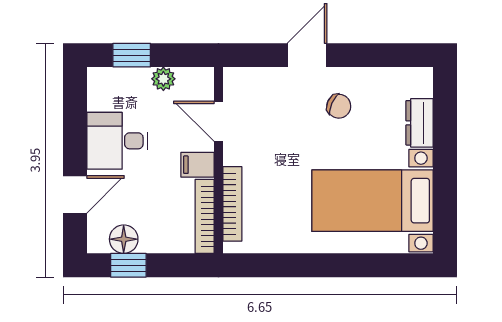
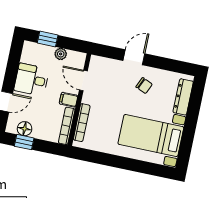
dresser: (419, 123) -> (183, 97), width x1.44

